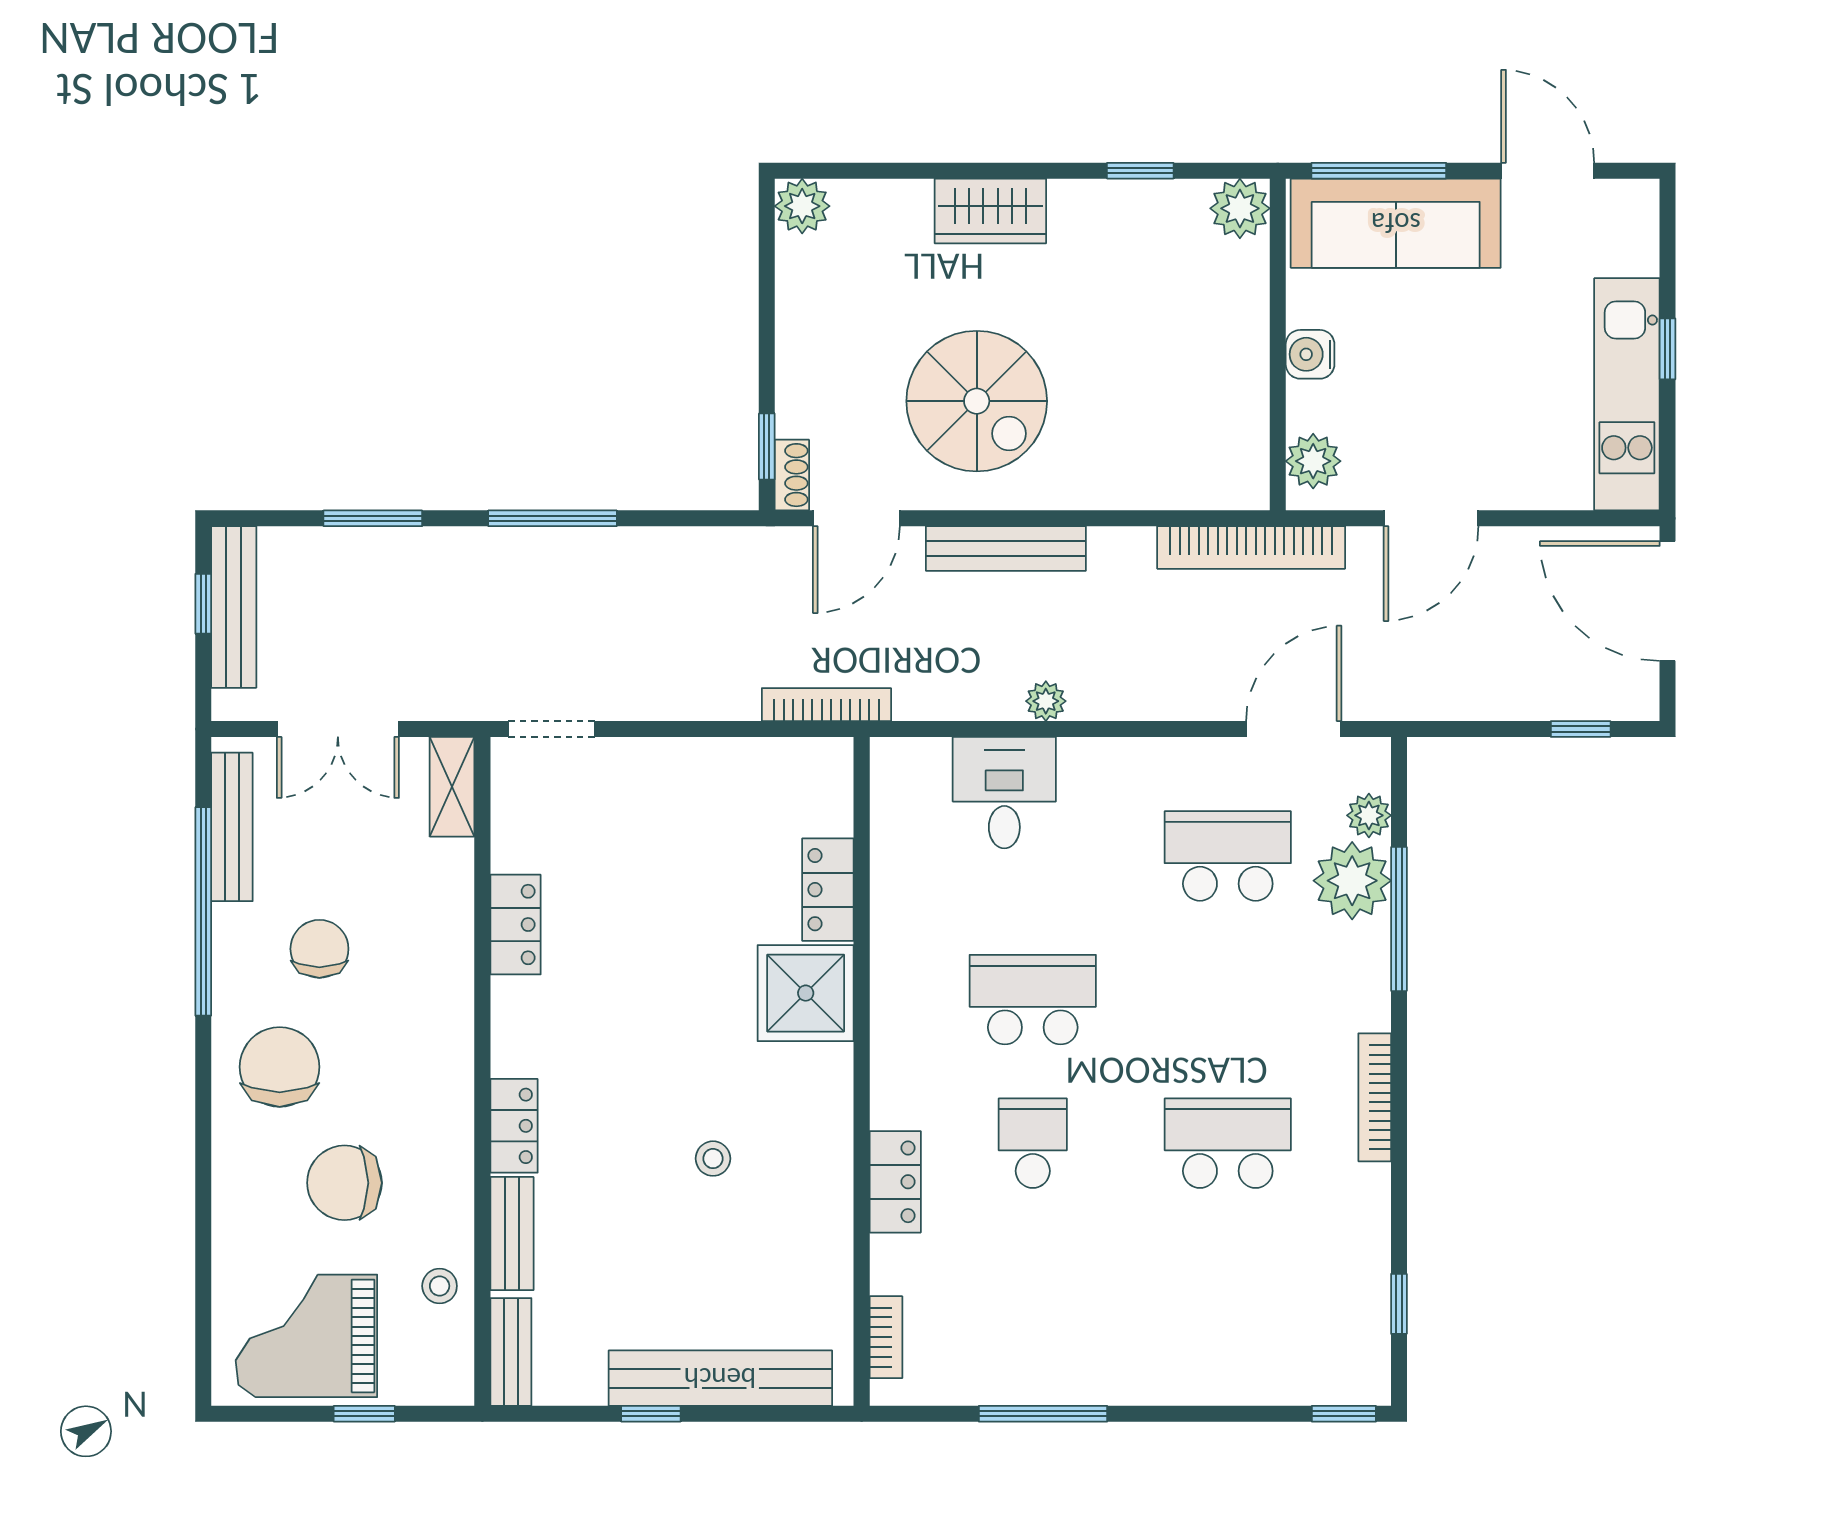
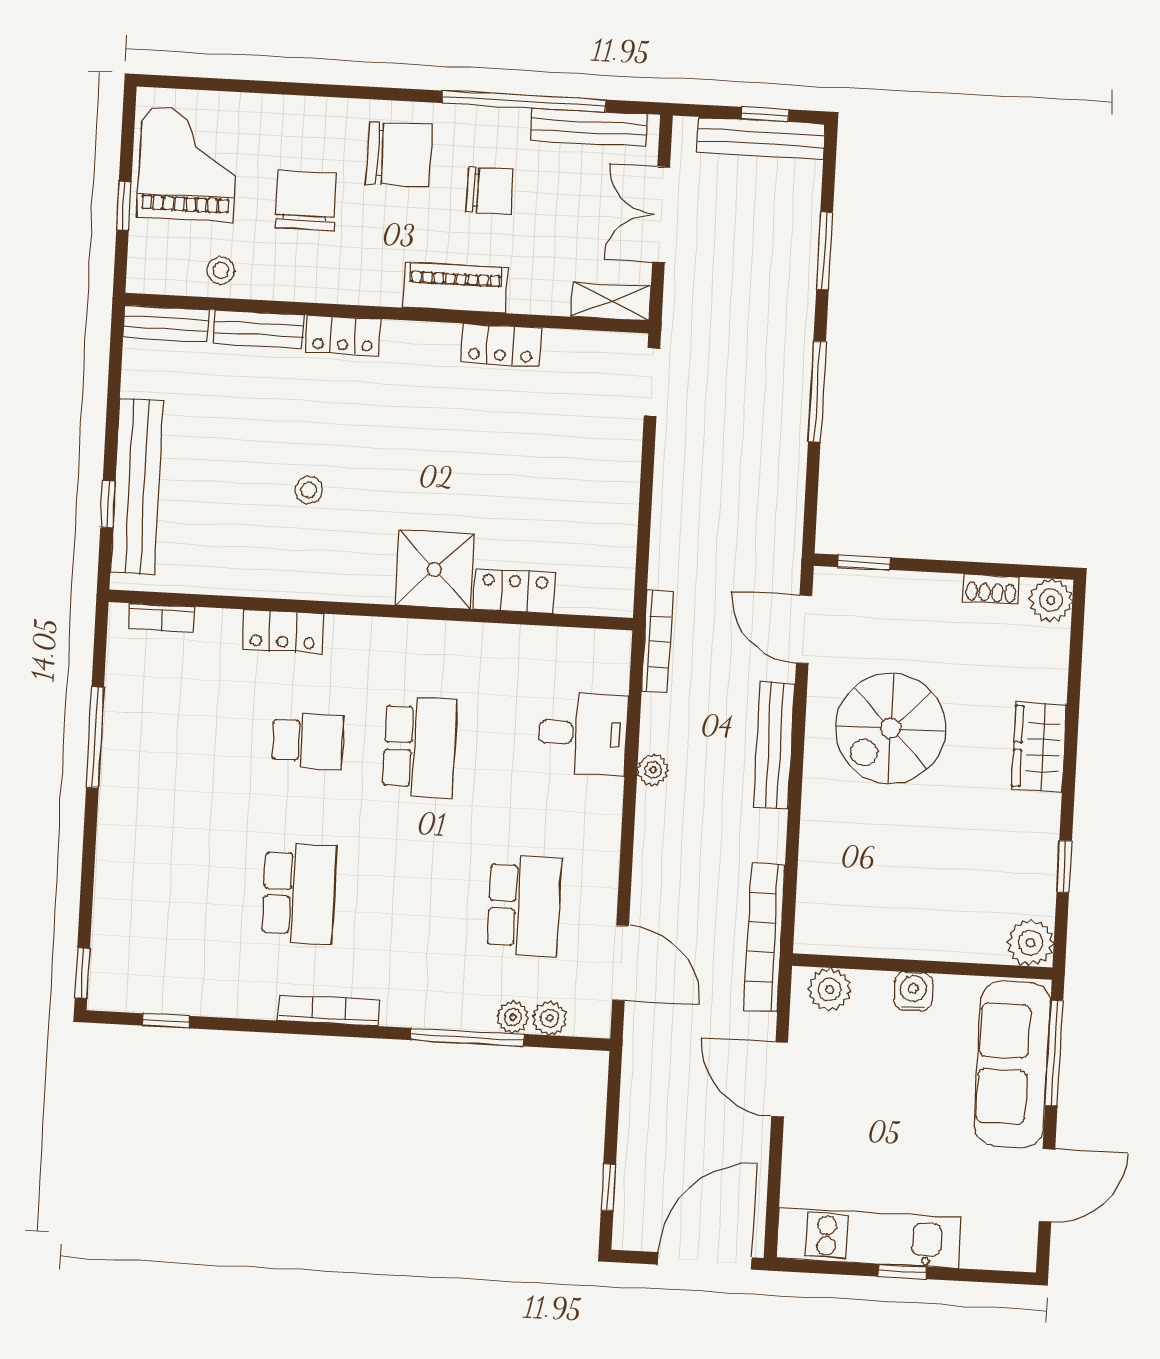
shoe rack: (792, 475) -> (991, 589), moved
bookcase: (826, 705) -> (657, 641), moved
plant: (1352, 881) -> (513, 1017), width x0.53, depth x0.53
piano: (445, 986) -> (455, 288), added
window: (651, 1414) -> (108, 504), moved

